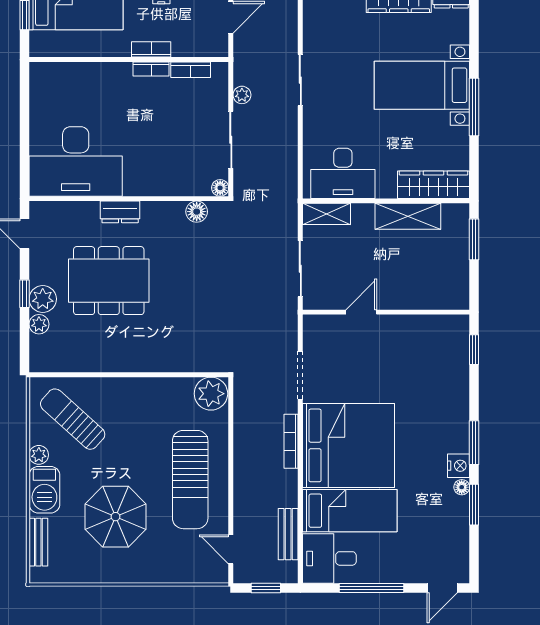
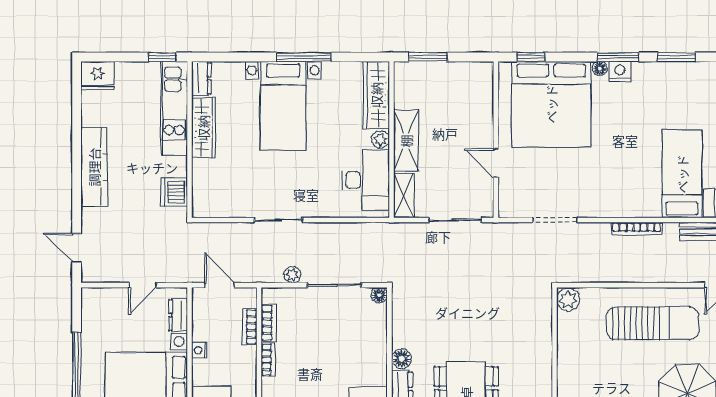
bookcase: (151, 49) -> (250, 327), moved
plant: (386, 189) -> (381, 139), added
floor lamp: (197, 212) -> (402, 359), moved
shelving: (408, 216) -> (406, 141), moved
plant: (211, 394) -> (568, 300), width x0.73, depth x0.73
bookcase: (291, 441) -> (637, 229), moved
bed: (348, 445) -> (551, 104), moved, turned 180
nightstand: (459, 466) -> (620, 72), moved
floor lamp: (462, 487) -> (600, 69), moved

